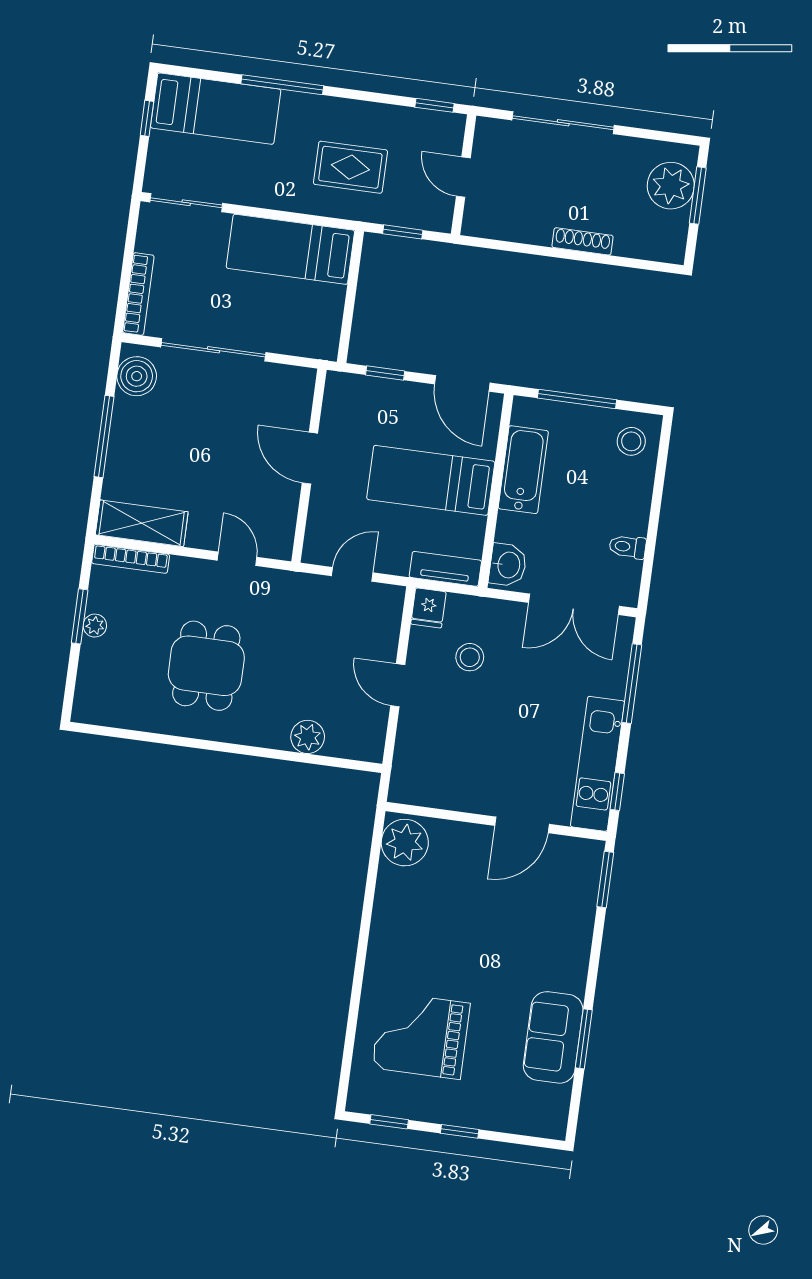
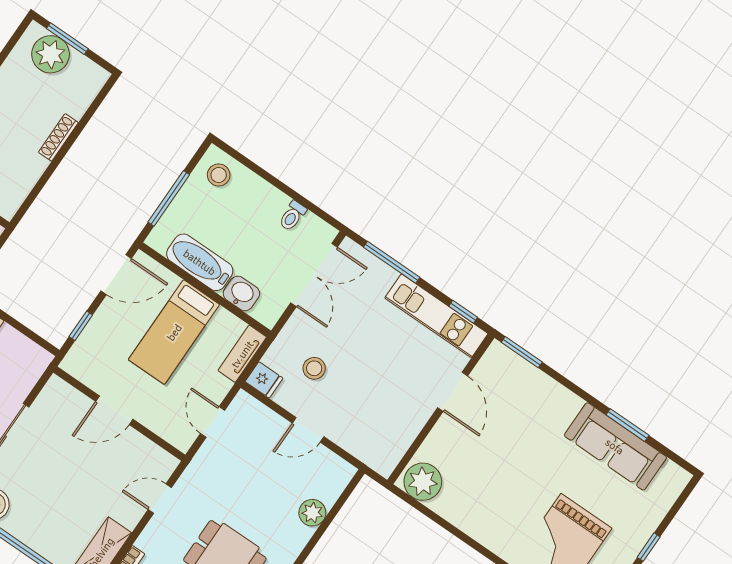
washbasin: (508, 565) -> (241, 293), moved
sofa: (553, 1037) -> (615, 446), width x1.36

